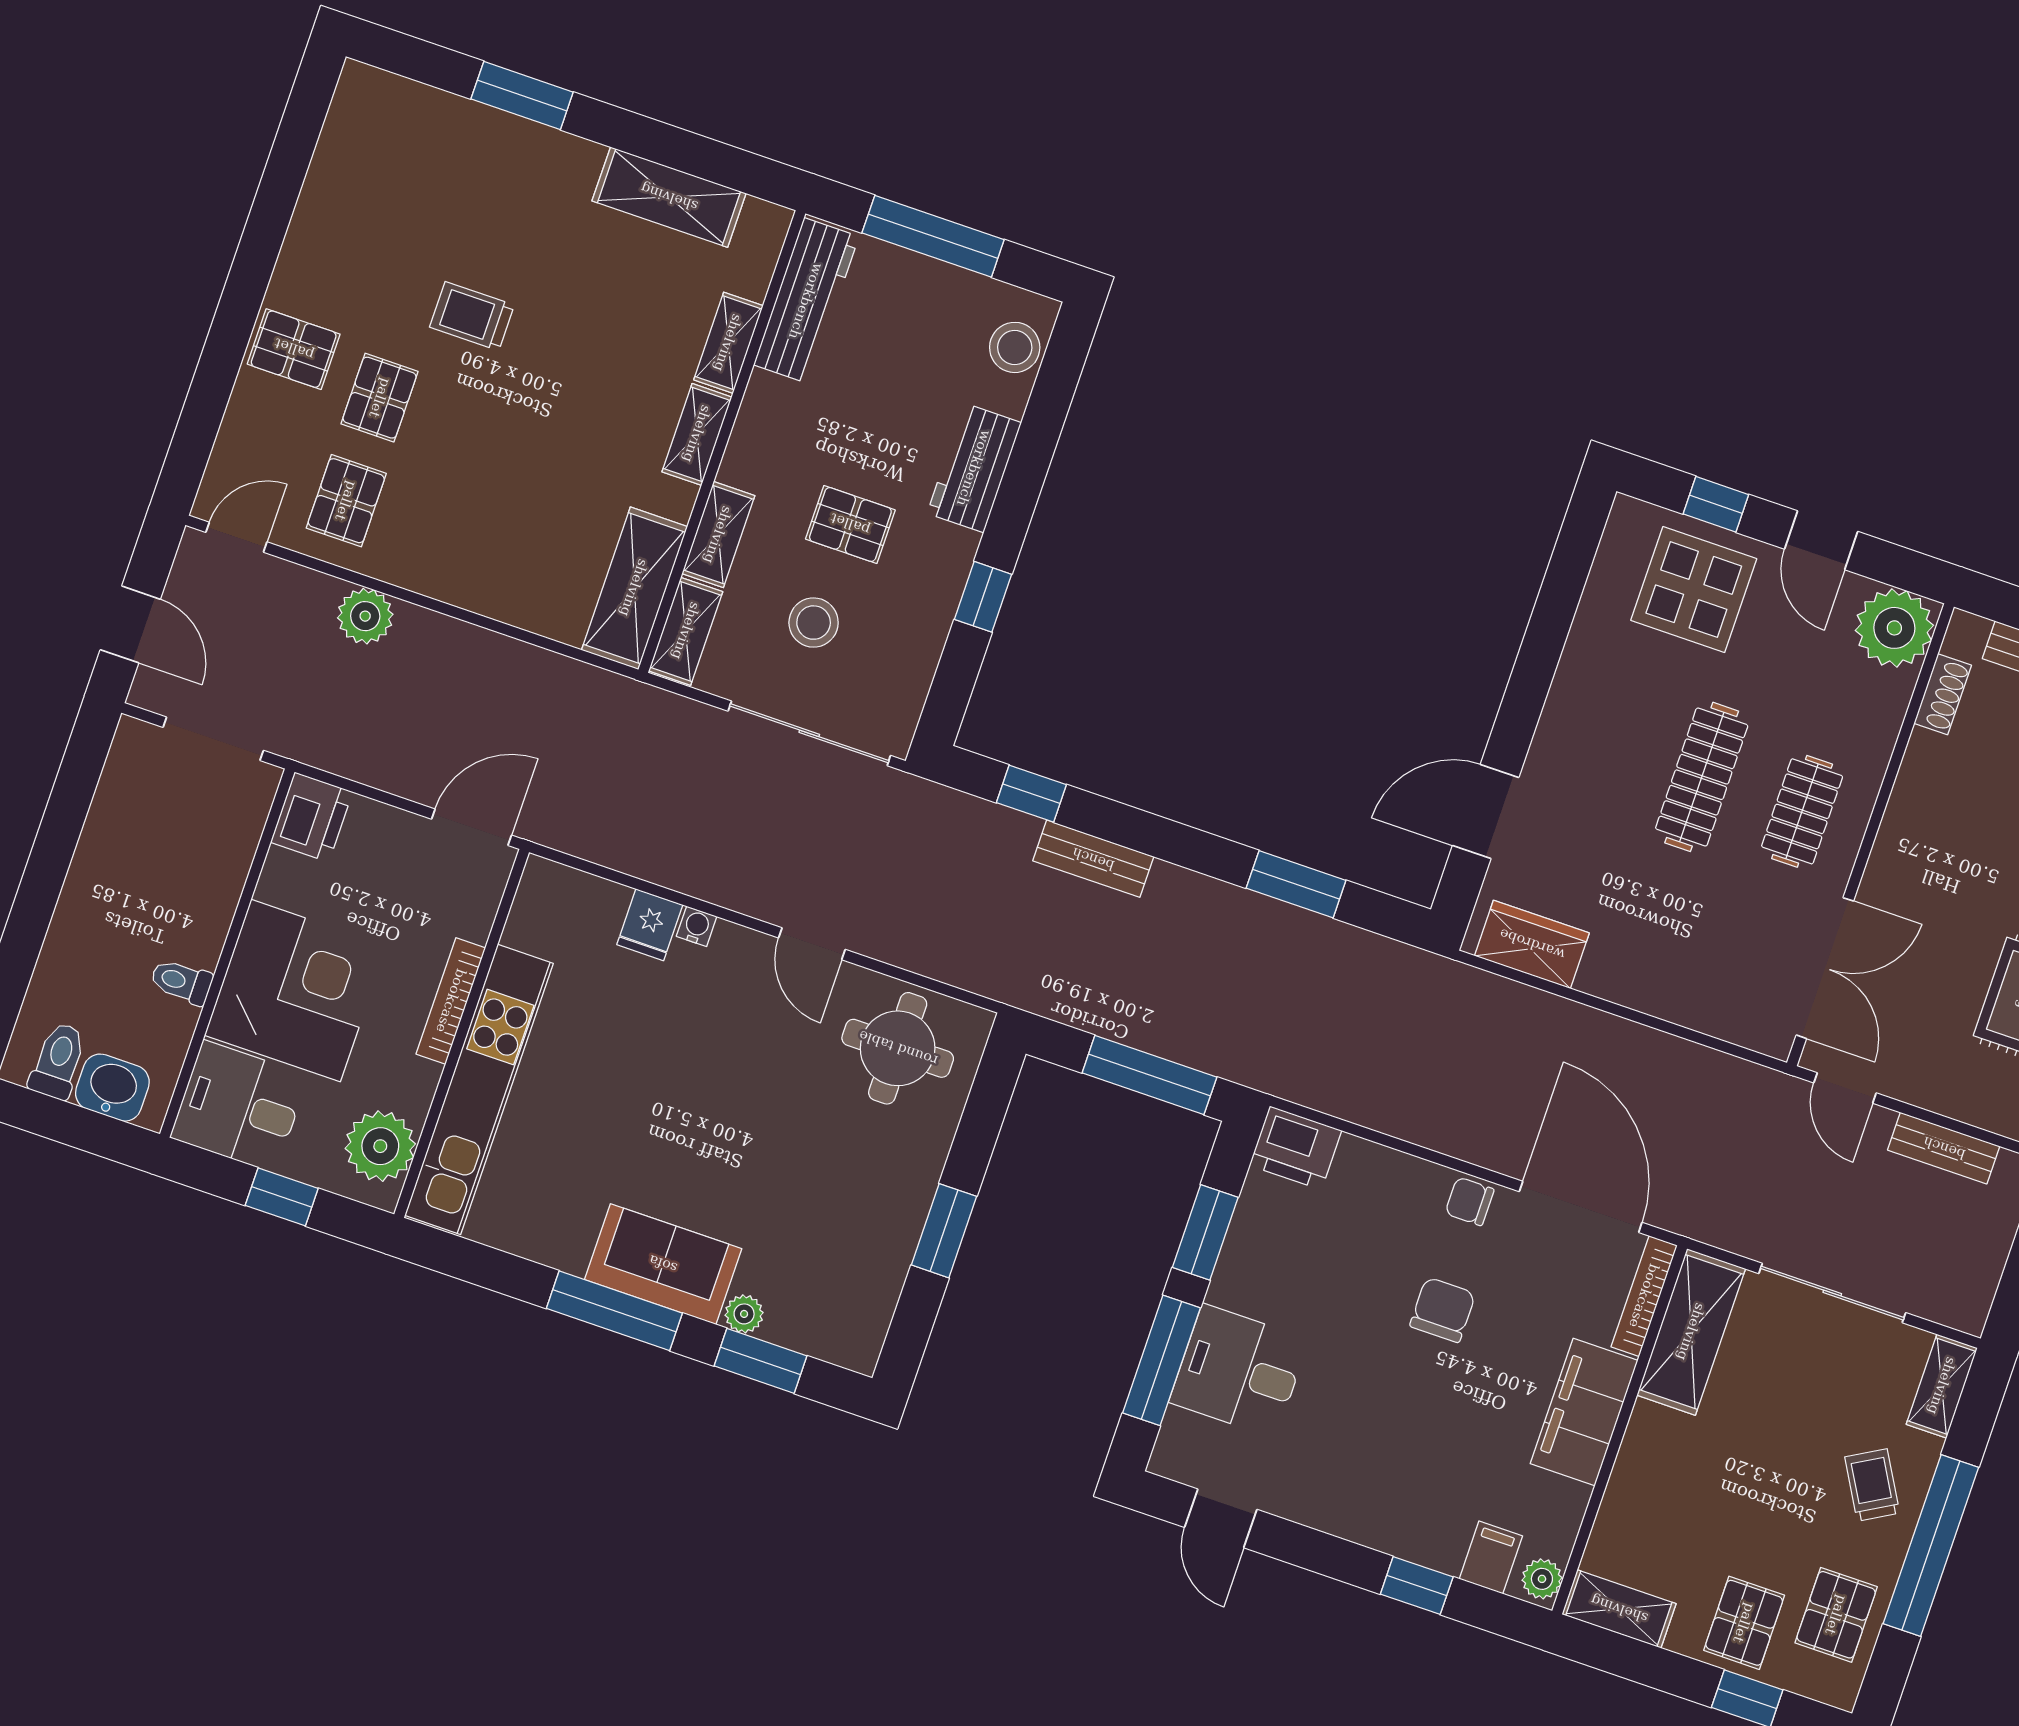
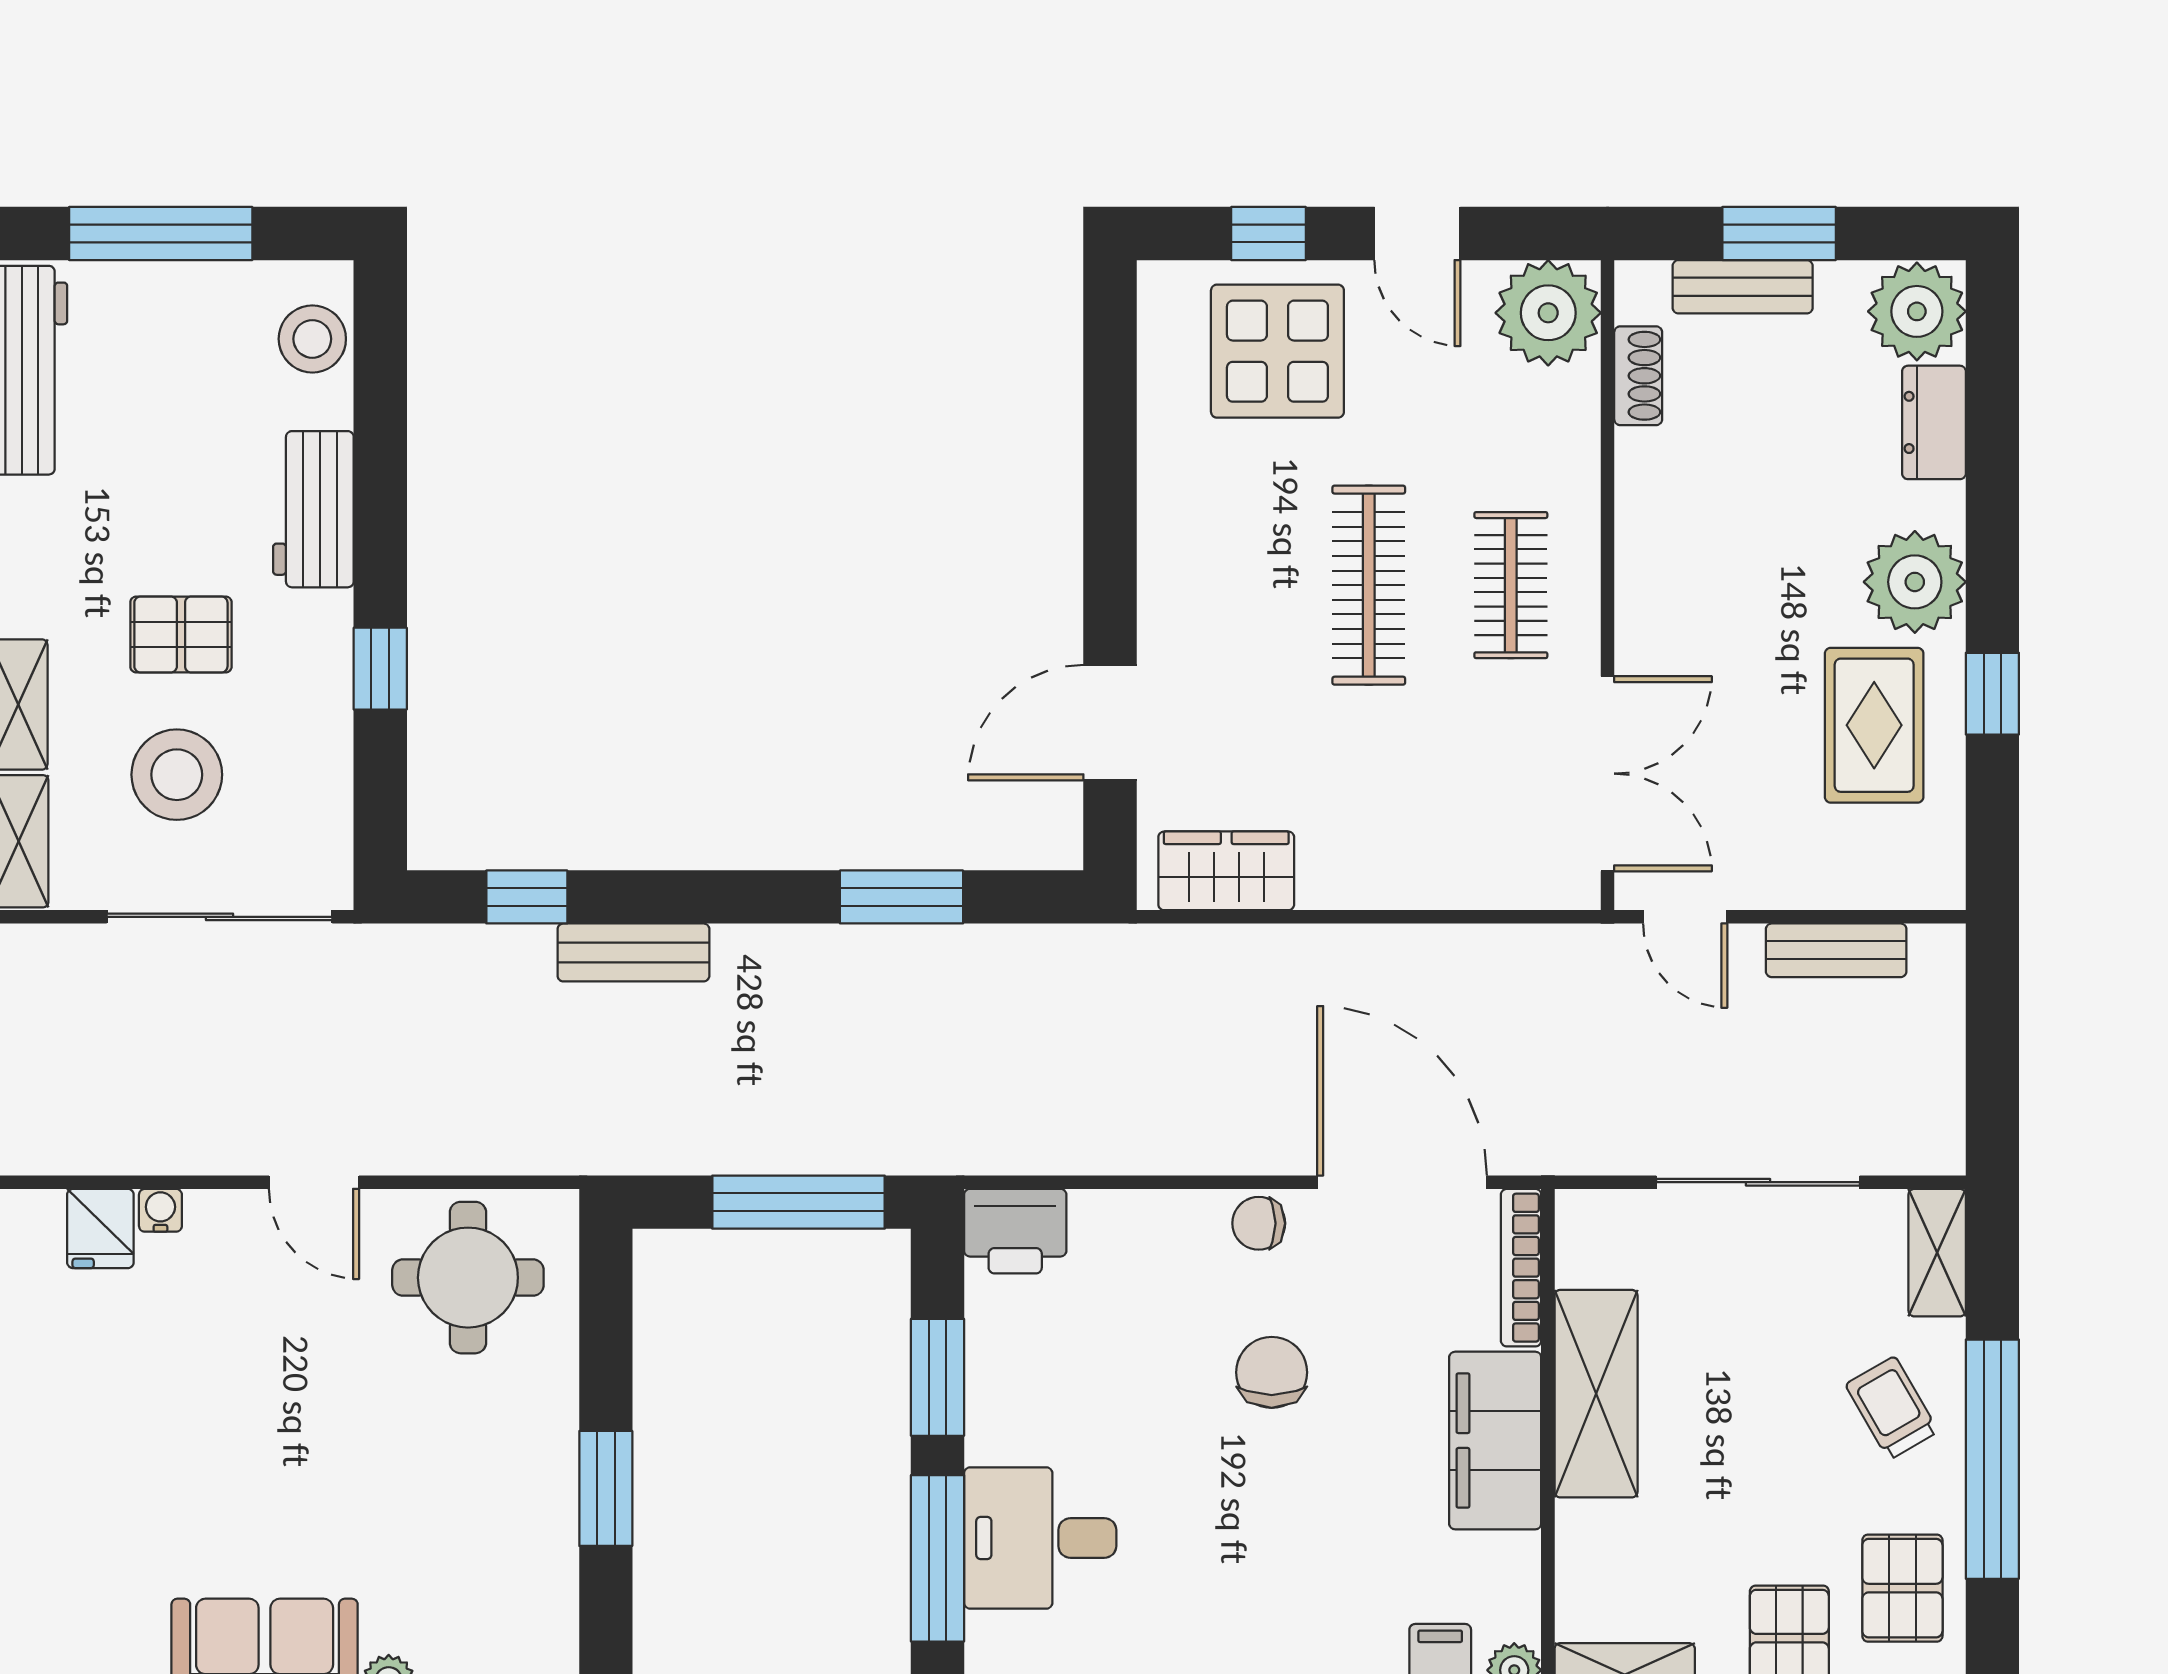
stool: (814, 623) -> (177, 775), width x1.38, depth x1.38
shelving: (1691, 1332) -> (1596, 1394), moved

